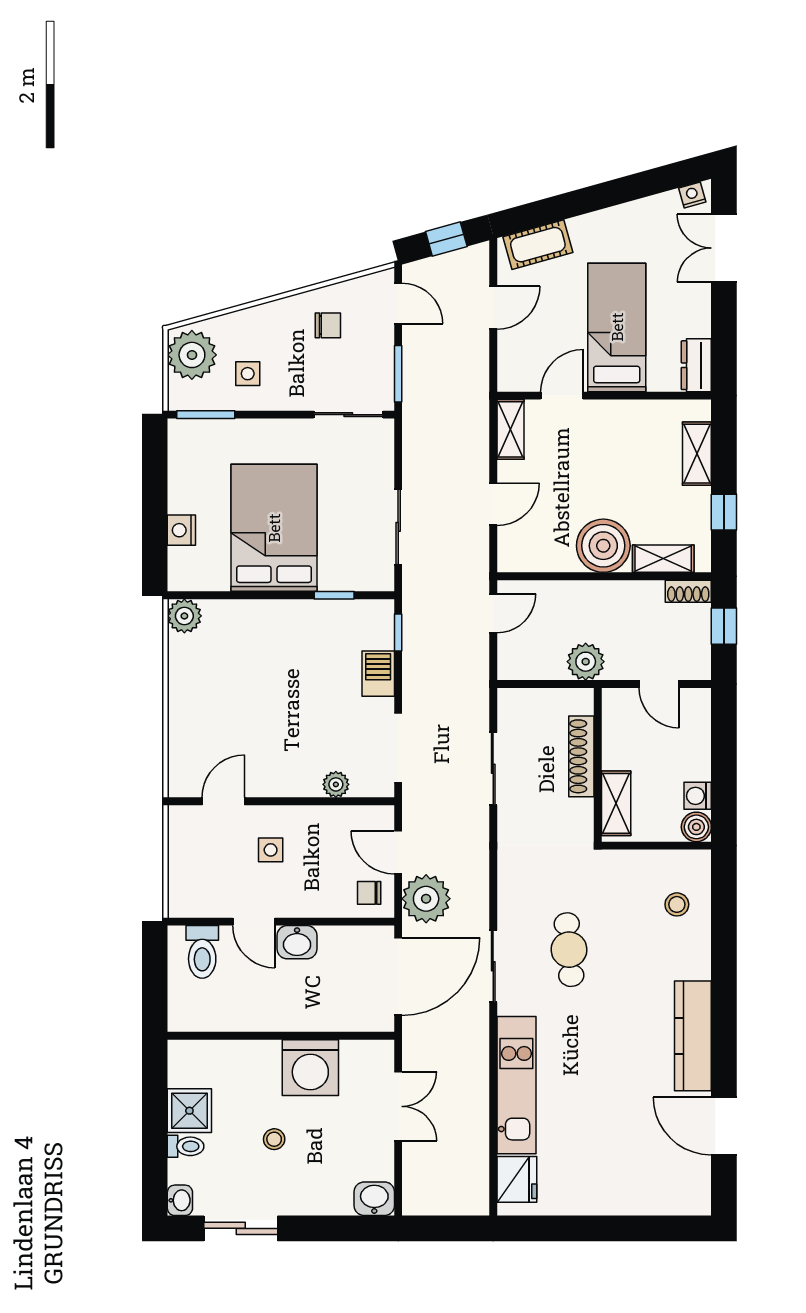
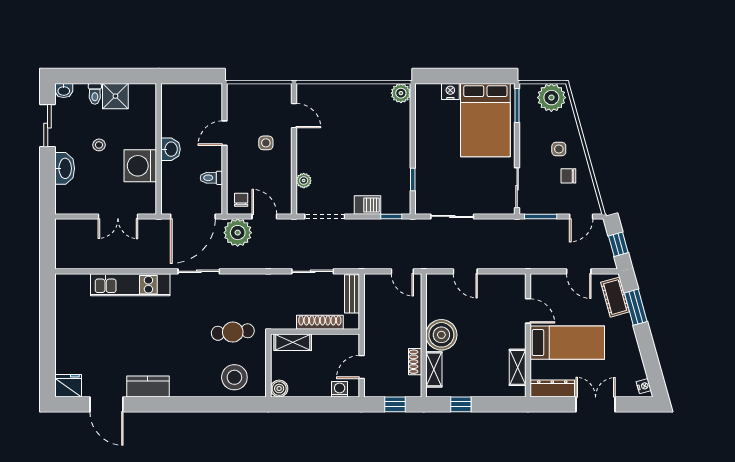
window: (555, 209) -> (636, 307), added
double door: (724, 248) -> (596, 404), moved
chair: (328, 325) -> (568, 176), turned 90
dresser: (696, 365) -> (552, 388), width x1.44
side table: (248, 374) -> (559, 149), moved
shelving: (511, 429) -> (509, 281), removed
shelving: (697, 454) -> (518, 367), moved, turned 90
bed: (274, 528) -> (485, 120), moved, turned 90
shoe rack: (688, 591) -> (415, 362), moved
plant: (586, 662) -> (374, 325), removed
bench: (532, 700) -> (352, 294), added
washing machine: (698, 796) -> (340, 389), moved
door: (398, 853) -> (264, 216), hinge flipped
stool: (677, 904) -> (234, 377), width x1.89, depth x1.89
washbasin: (297, 942) -> (171, 149), moved, turned 180
cafe table: (569, 950) -> (233, 332), moved
toilet: (202, 952) -> (211, 178), moved, width x0.73, depth x0.72
door: (398, 977) -> (193, 216), hinge flipped
kitchen counter: (693, 1036) -> (148, 387), width x0.67
door: (724, 1126) -> (107, 404), swing flipped
fridge: (517, 1179) -> (68, 386), moved, turned 180
washbasin: (374, 1199) -> (65, 168), moved, width x1.38

